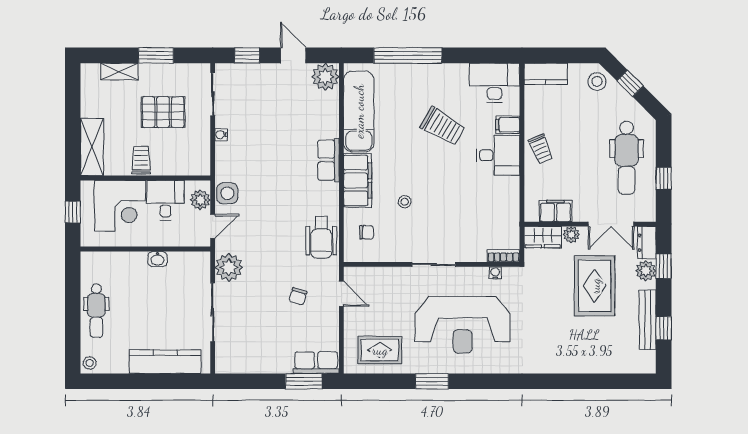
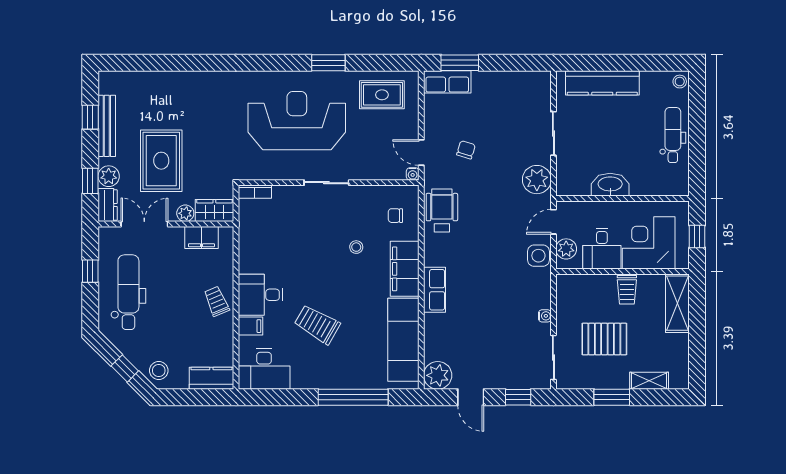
washbasin: (157, 259) -> (610, 185), width x1.91, depth x1.45
water cooler: (495, 273) -> (413, 174), moved
sliding door: (213, 312) -> (553, 133), width x0.73

